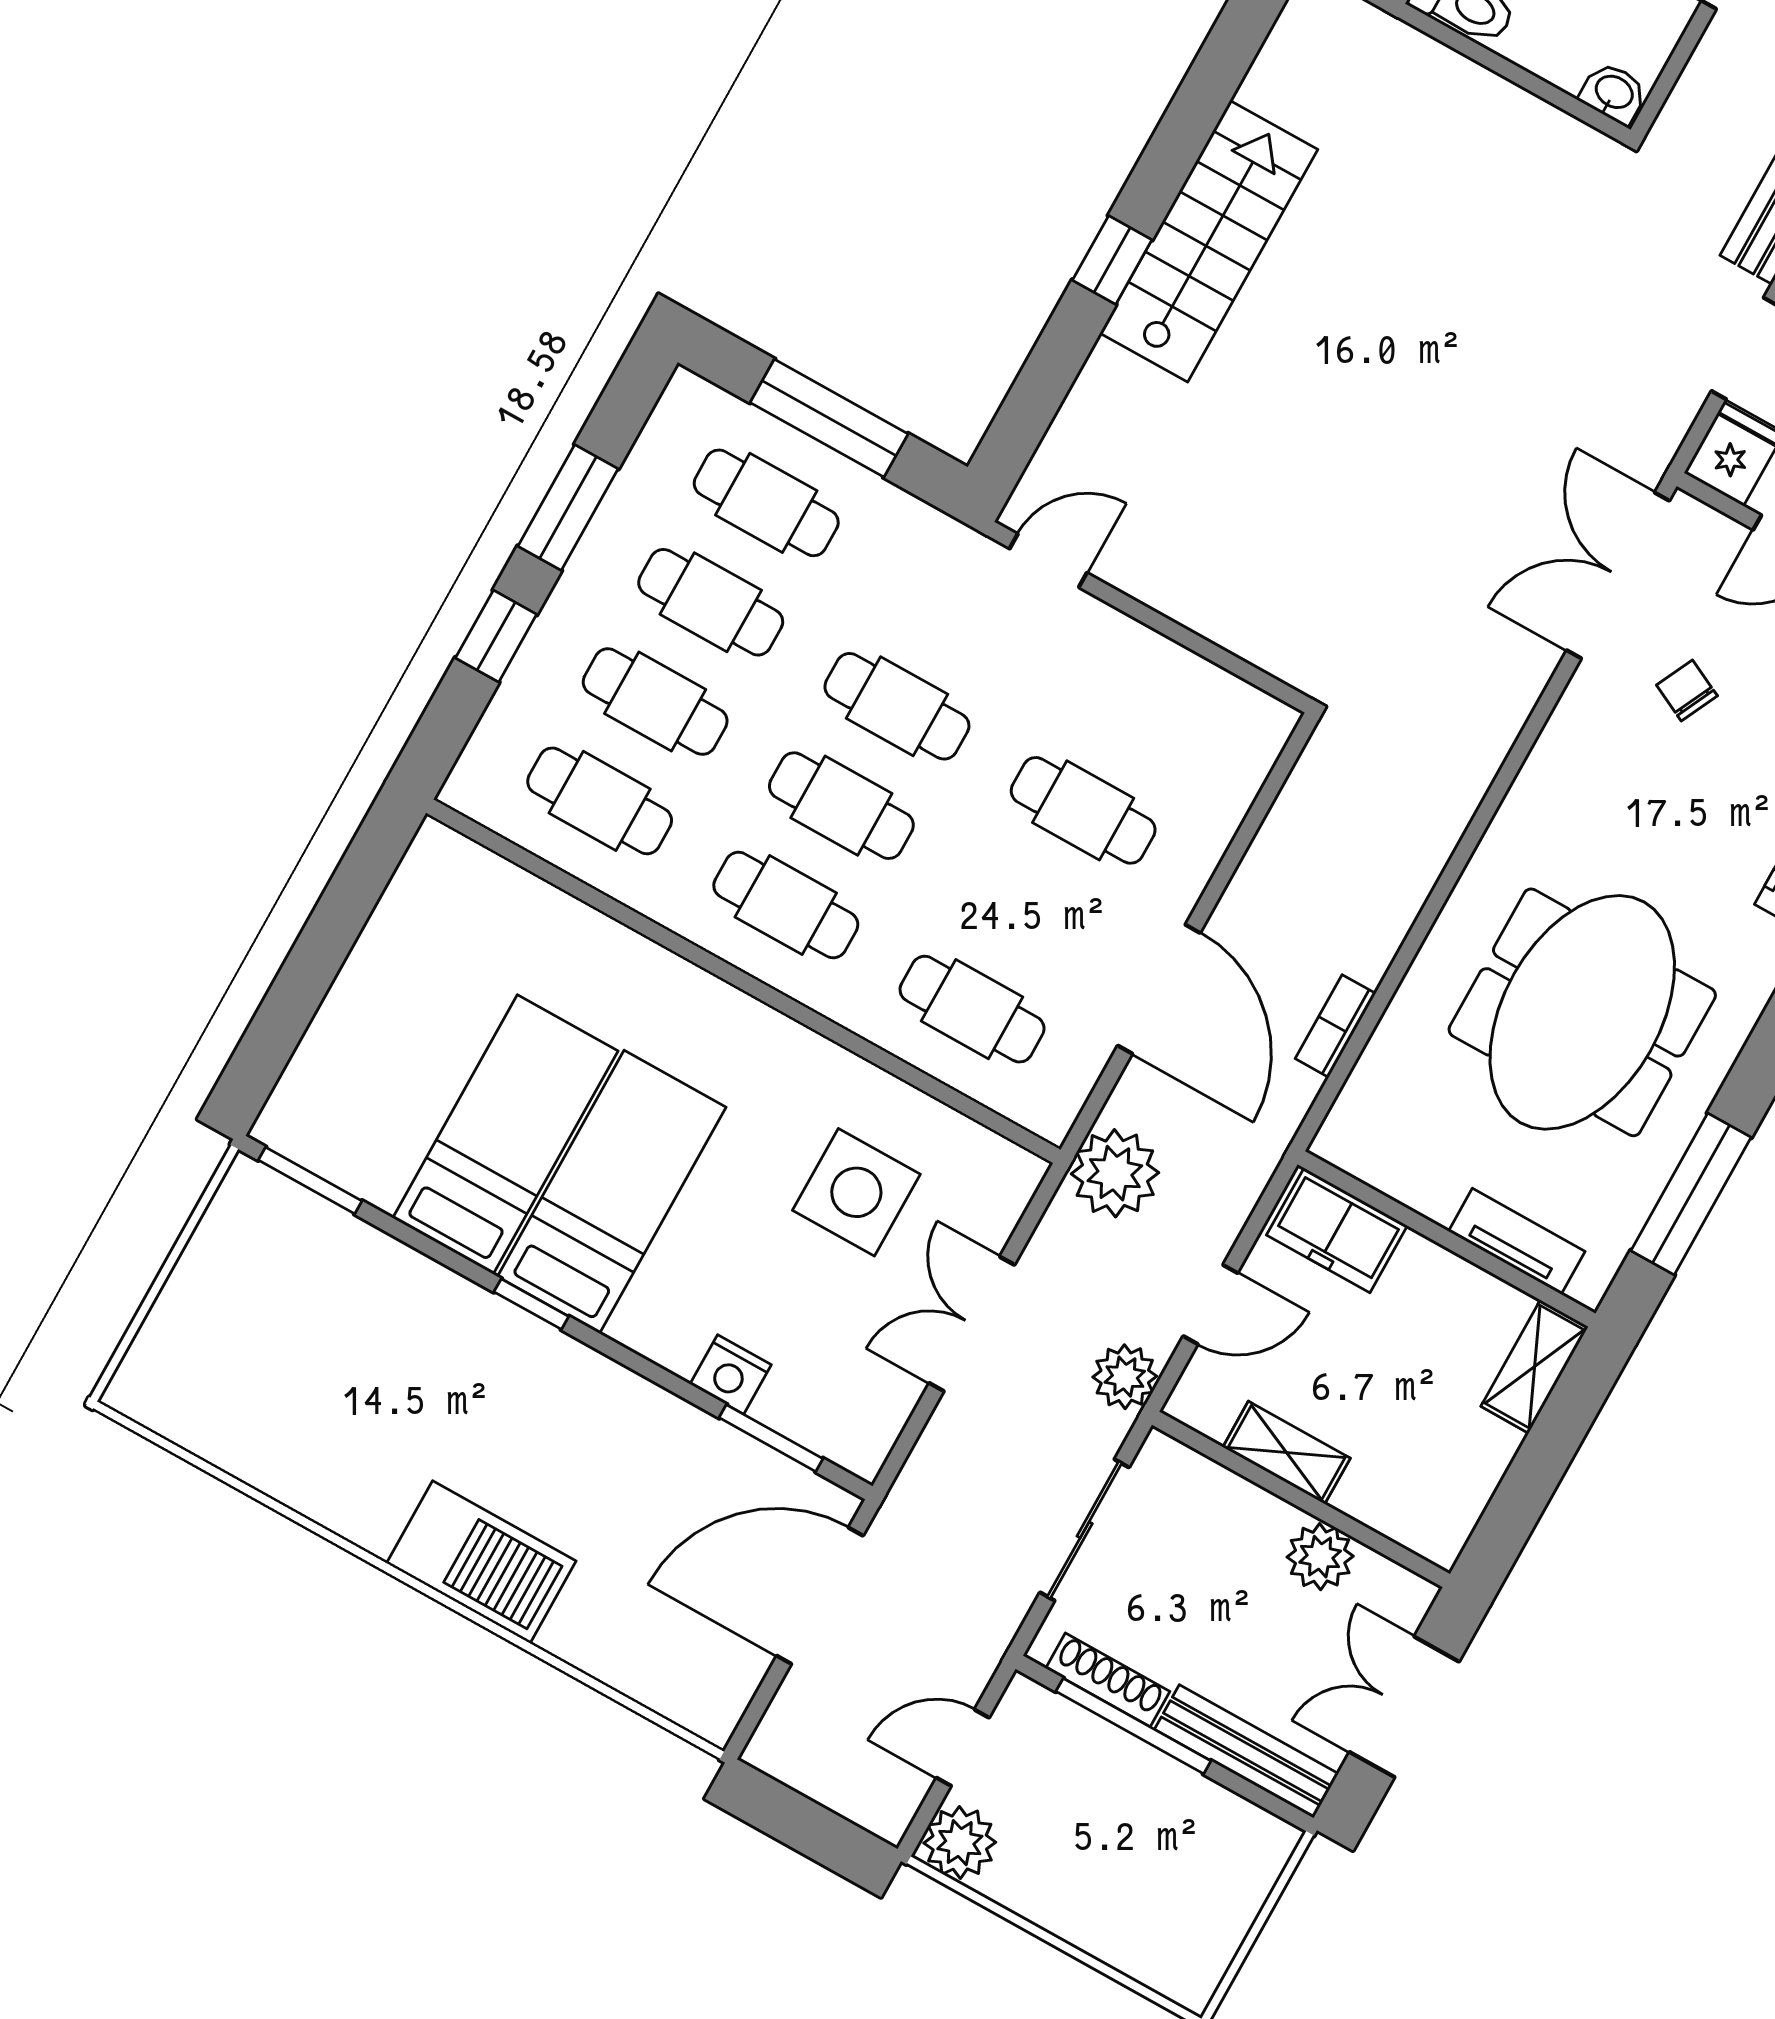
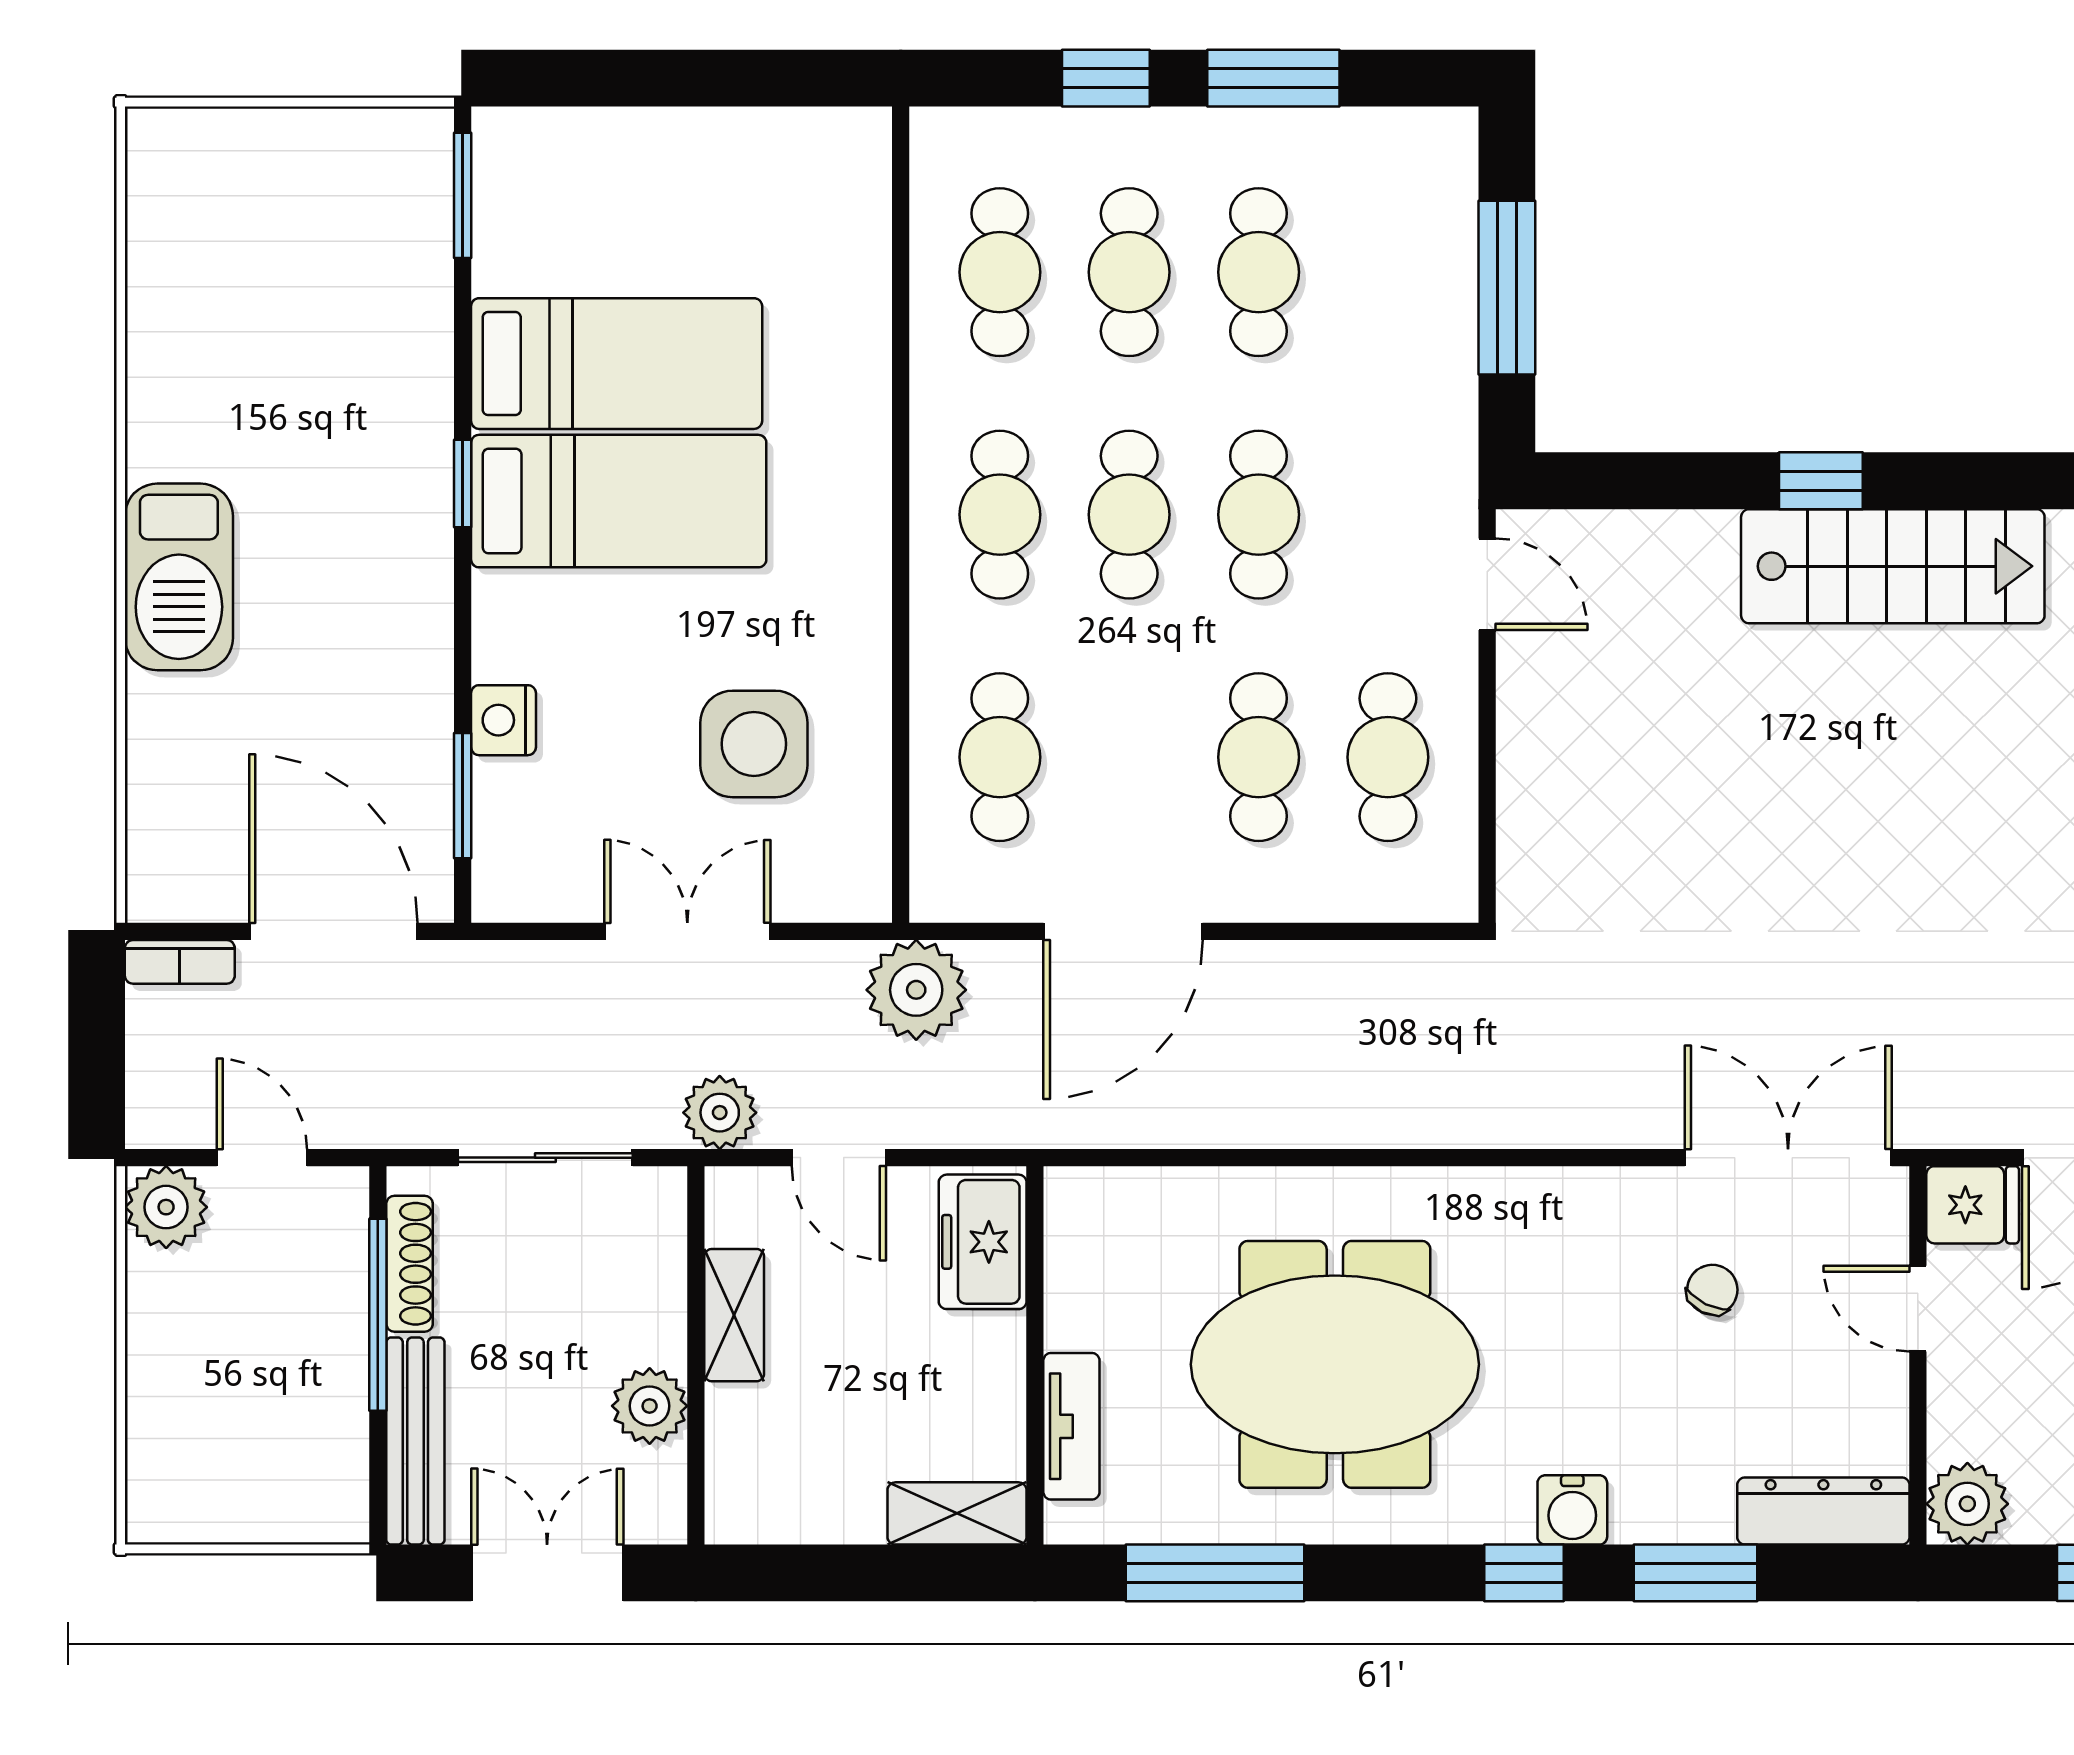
cafe table: (766, 503) -> (1388, 757), moved
bookcase: (1335, 1026) -> (180, 962), moved, turned 180

